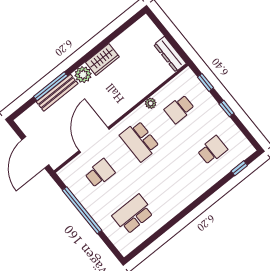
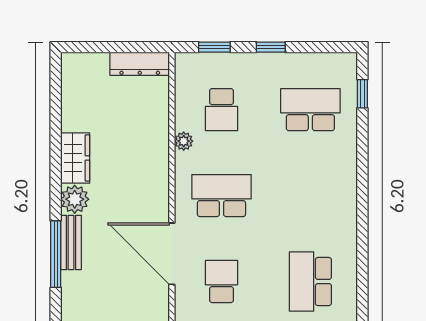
bench: (57, 93) -> (71, 243), width x0.73
school desk: (140, 141) -> (221, 196), turned 180
school desk: (212, 150) -> (310, 110), width x1.85

